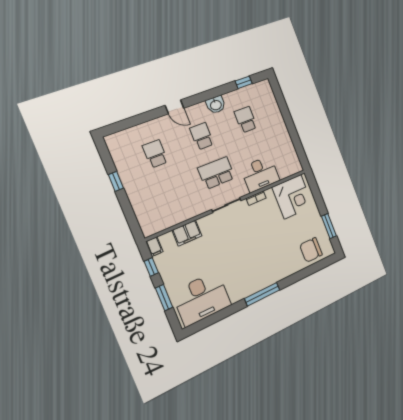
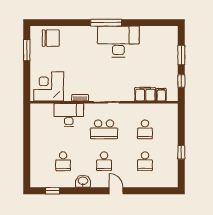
school desk: (171, 192) -> (145, 129), added
filing cabinet: (154, 247) -> (161, 95), moved
desk: (202, 299) -> (118, 42), moved

